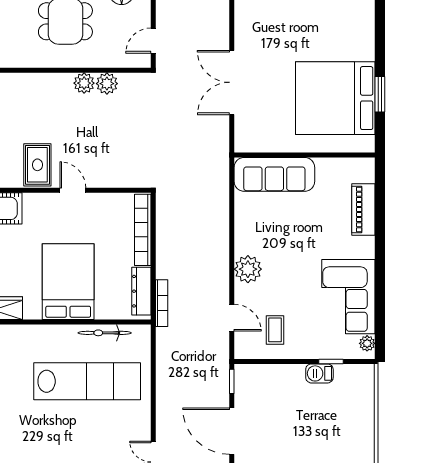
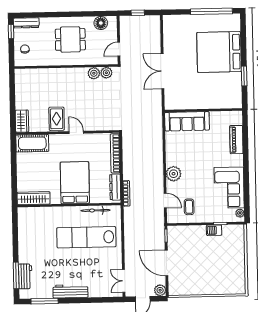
plant: (84, 83) -> (106, 73), moved
bed: (335, 98) -> (219, 52), moved
lab bench: (87, 381) -> (86, 237), turned 180

